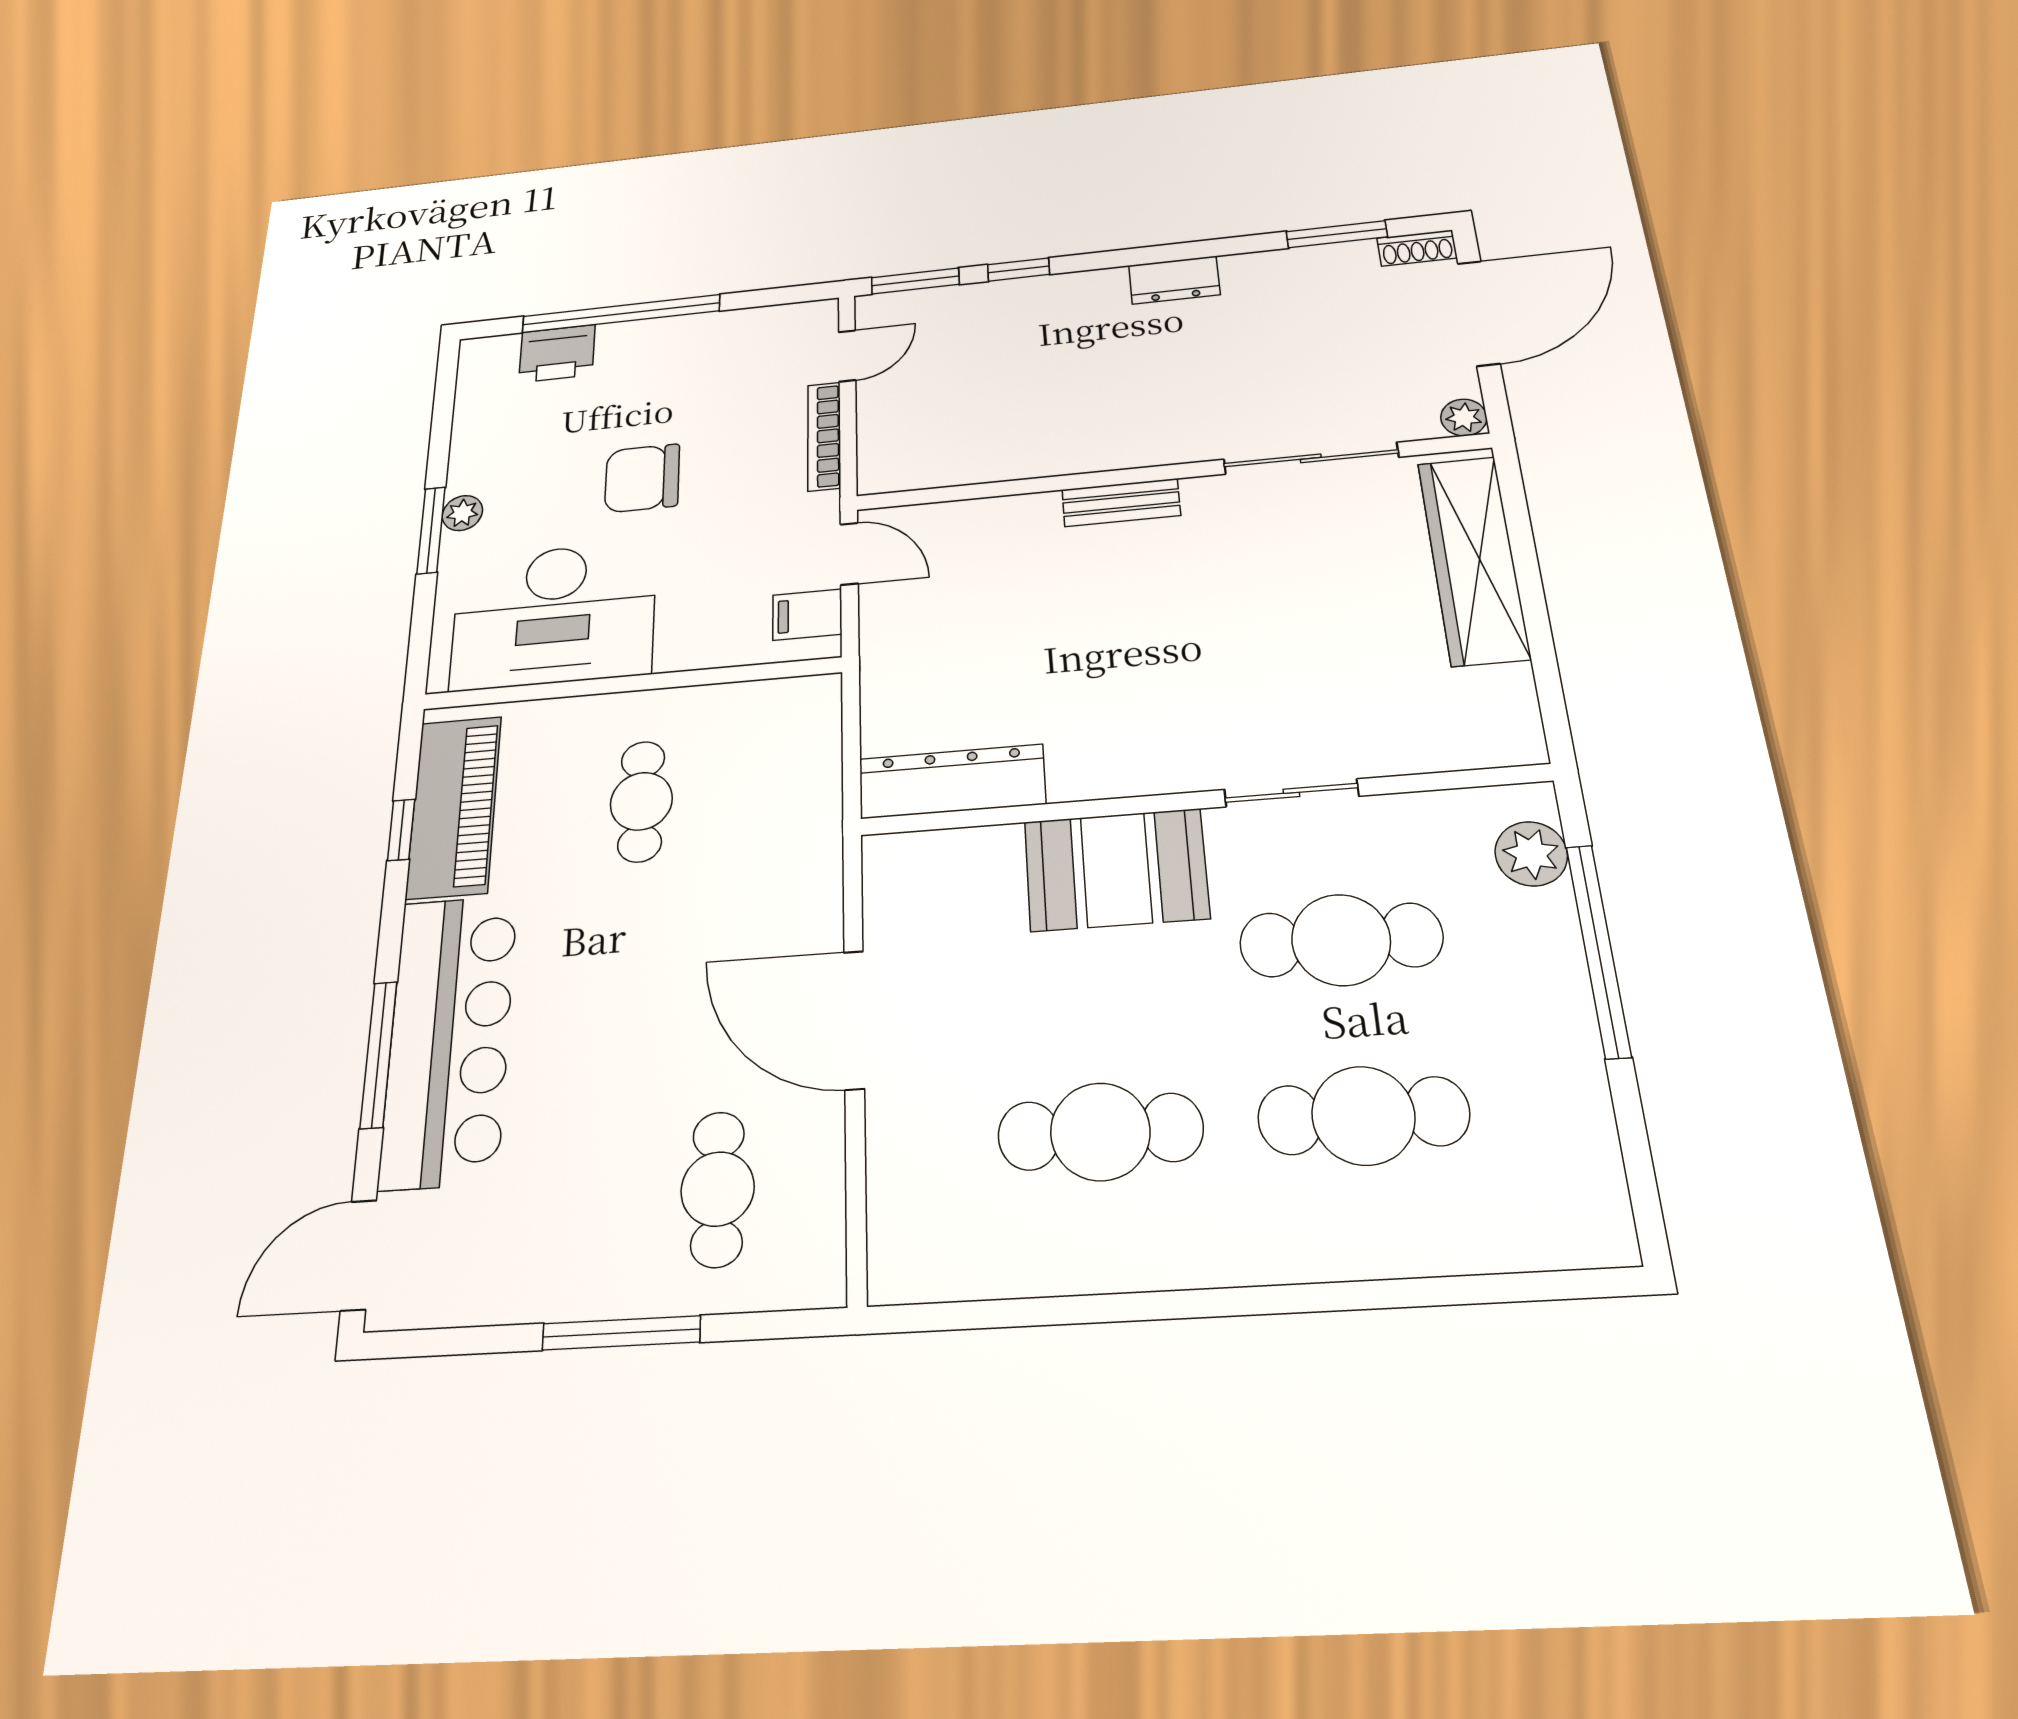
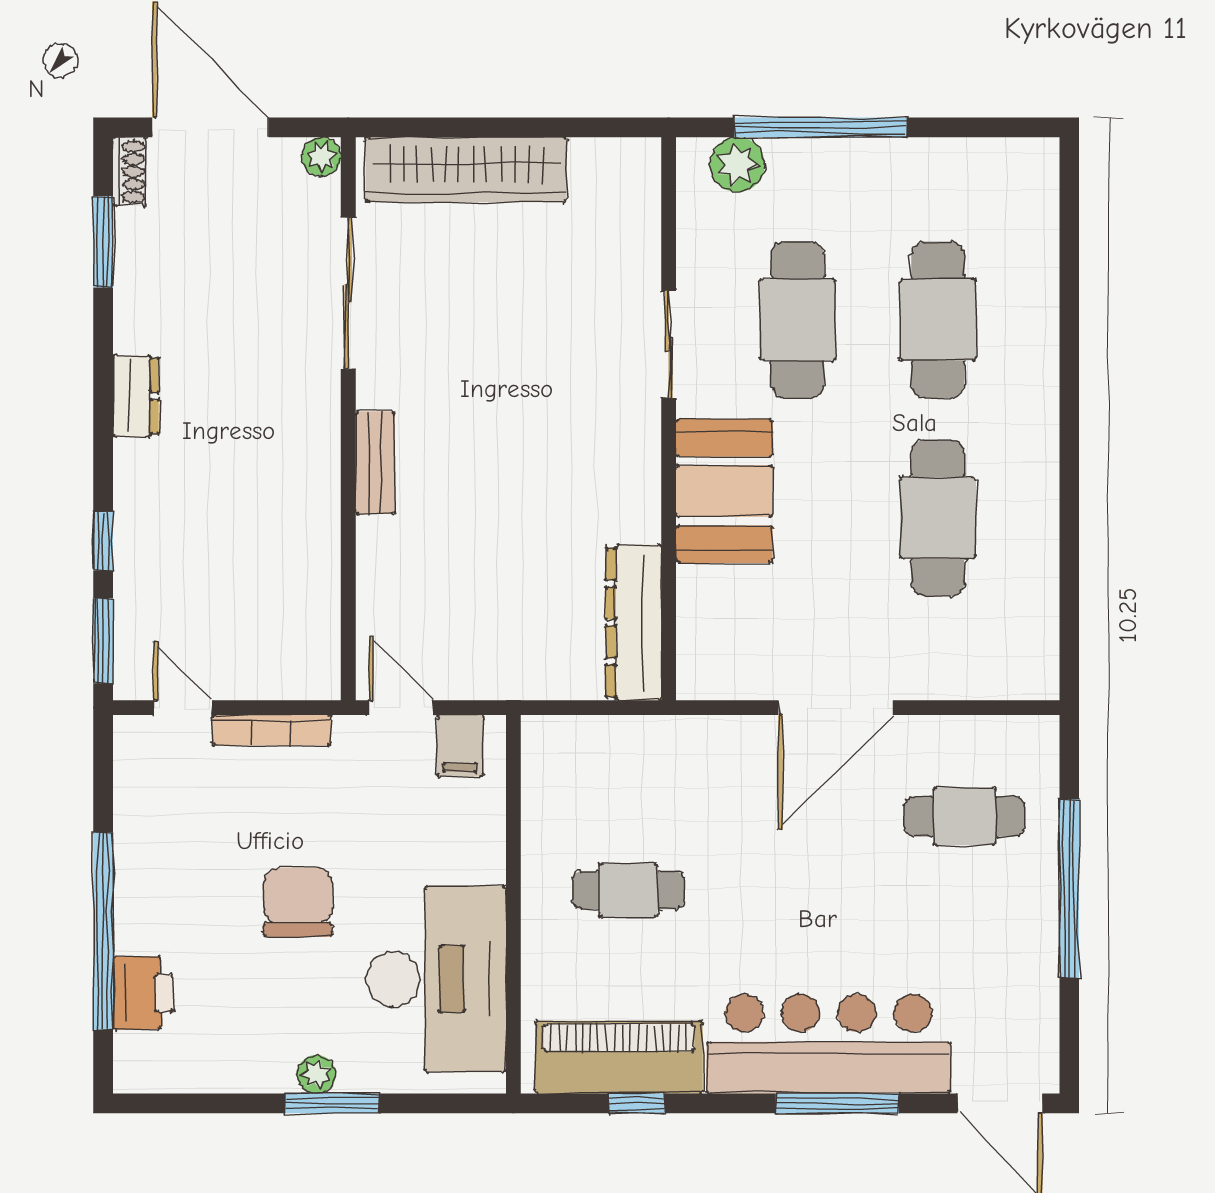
chair: (642, 478) -> (298, 902), turned 180
door: (849, 554) -> (401, 708), hinge flipped
window: (621, 1333) -> (1069, 889), width x1.46

